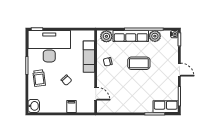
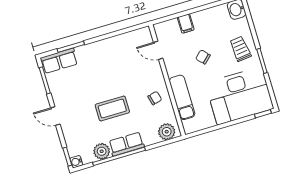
row of seats: (131, 36) -> (126, 144), width x0.68

